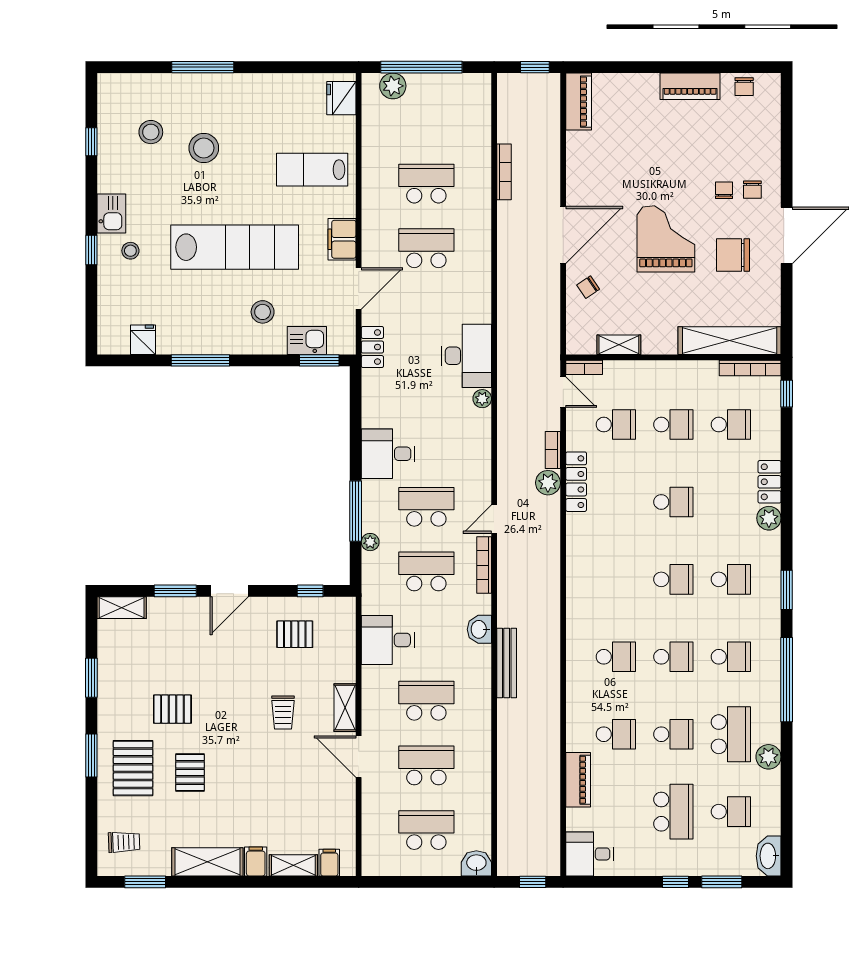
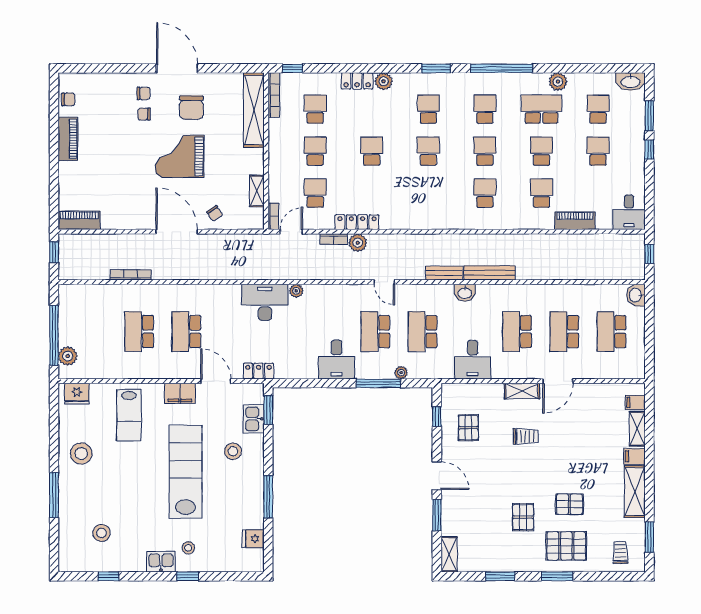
stool: (204, 148) -> (81, 454), moved
bookcase: (484, 565) -> (418, 289), removed
bench: (506, 601) -> (444, 273), added
school desk: (673, 812) -> (598, 151), width x0.54

